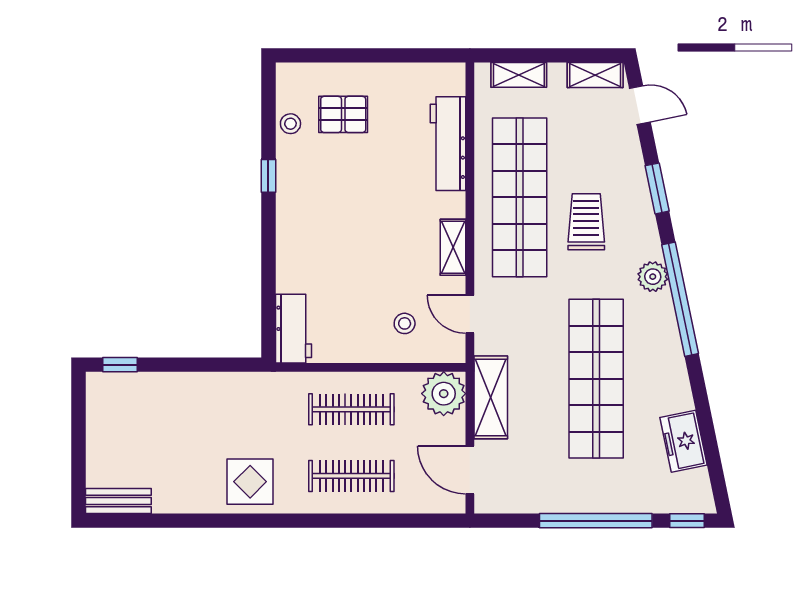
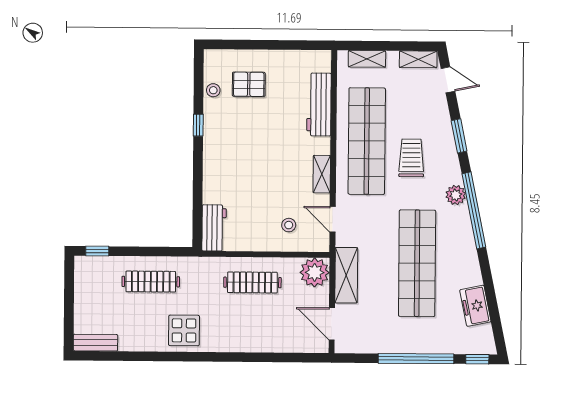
clothes rail: (351, 476) -> (151, 282), moved

